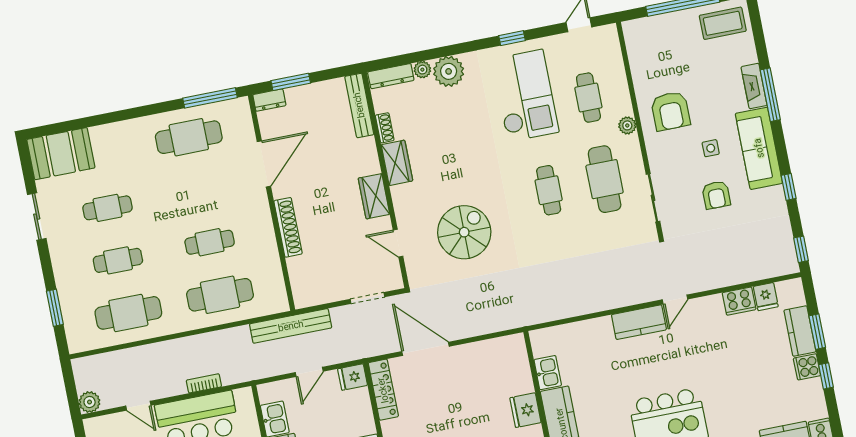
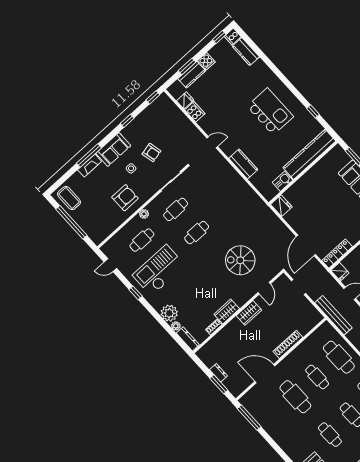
dresser: (269, 100) -> (219, 373), moved
bench: (359, 105) -> (210, 345), removed
cafe table: (189, 137) -> (295, 397), moved
sofa: (759, 148) -> (113, 149), width x0.73
cafe table: (605, 179) -> (176, 209), width x0.73, depth x0.74
armchair: (716, 195) -> (151, 152), turned 77
kitchen counter: (639, 322) -> (243, 164), moved
window: (826, 376) -> (219, 37), moved
fridge: (525, 410) -> (281, 206), moved, turned -90

